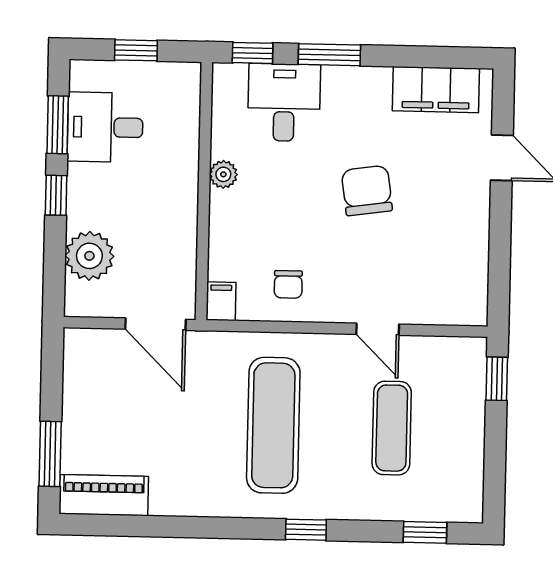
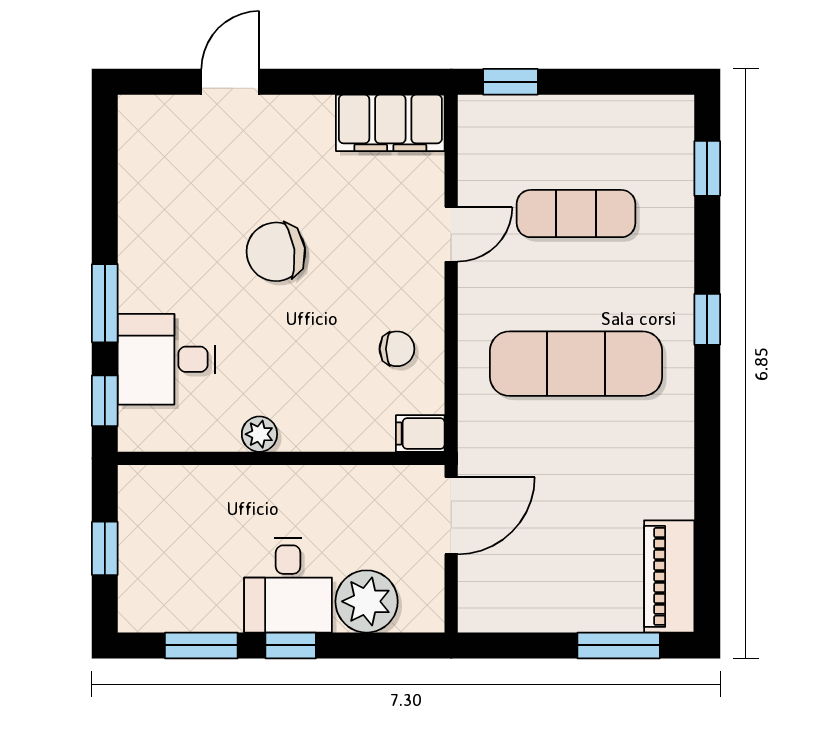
filing cabinet: (436, 90) -> (390, 123), moved, turned 90
desk: (105, 127) -> (288, 585), moved

